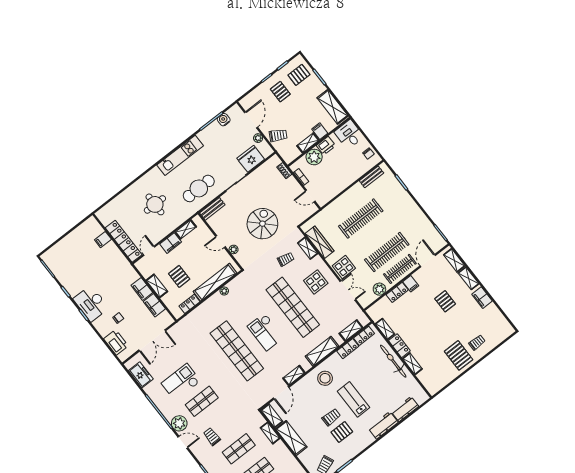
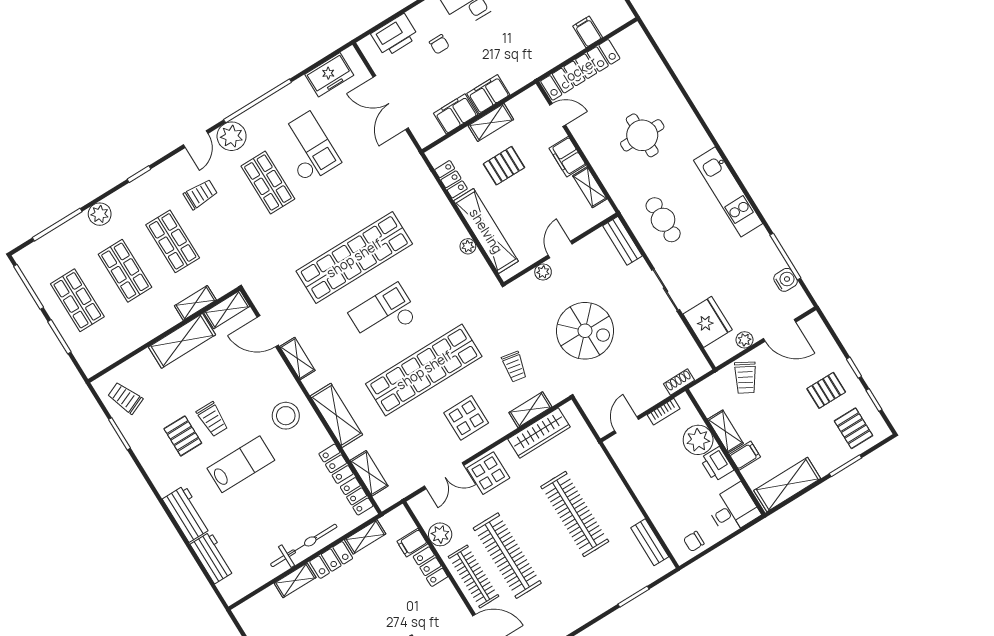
cafe table: (199, 188) -> (663, 220), width x0.73, depth x0.74
filing cabinet: (411, 284) -> (412, 543), moved

